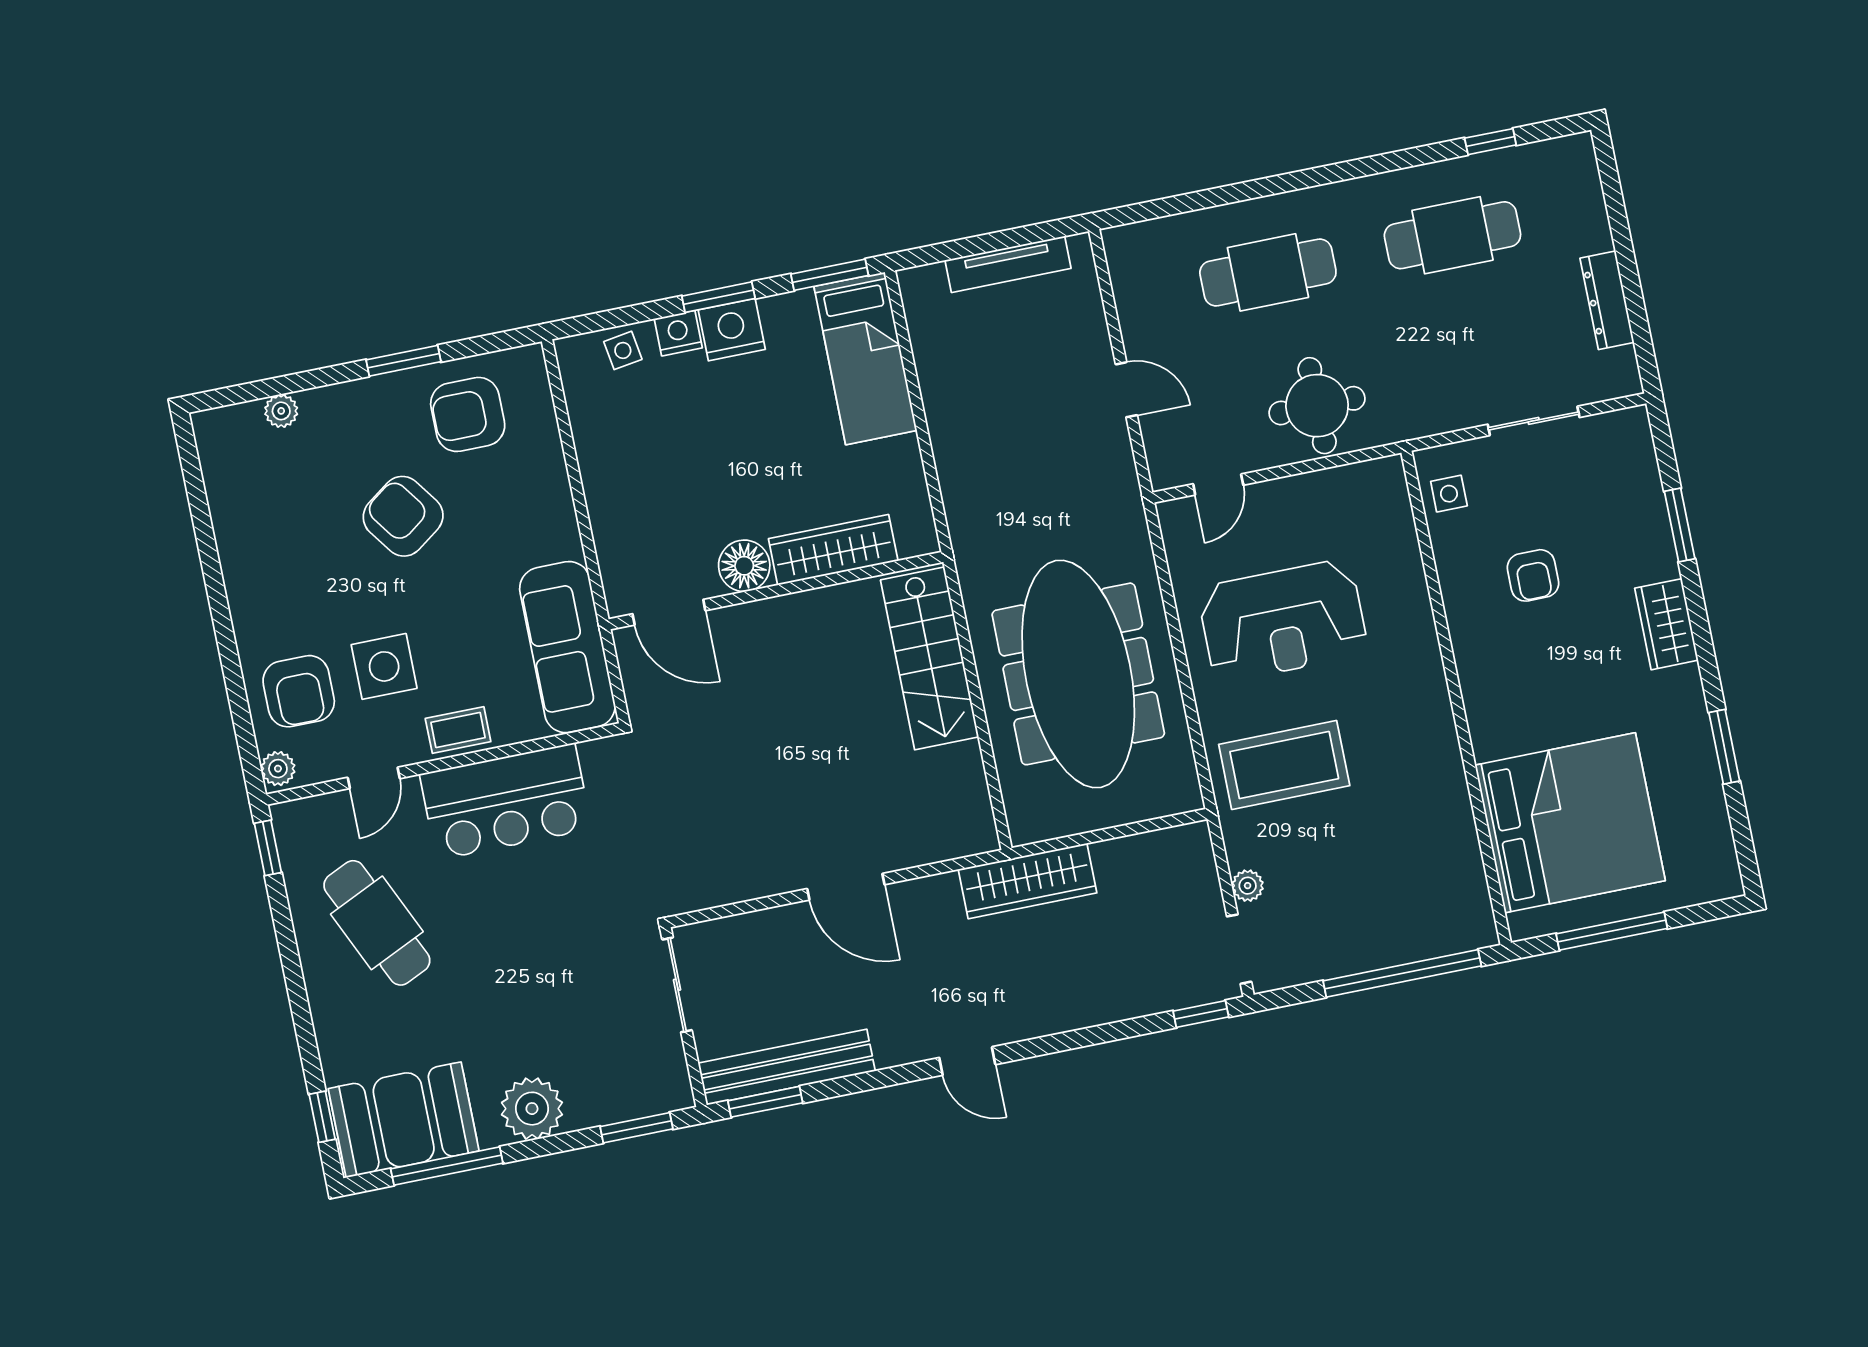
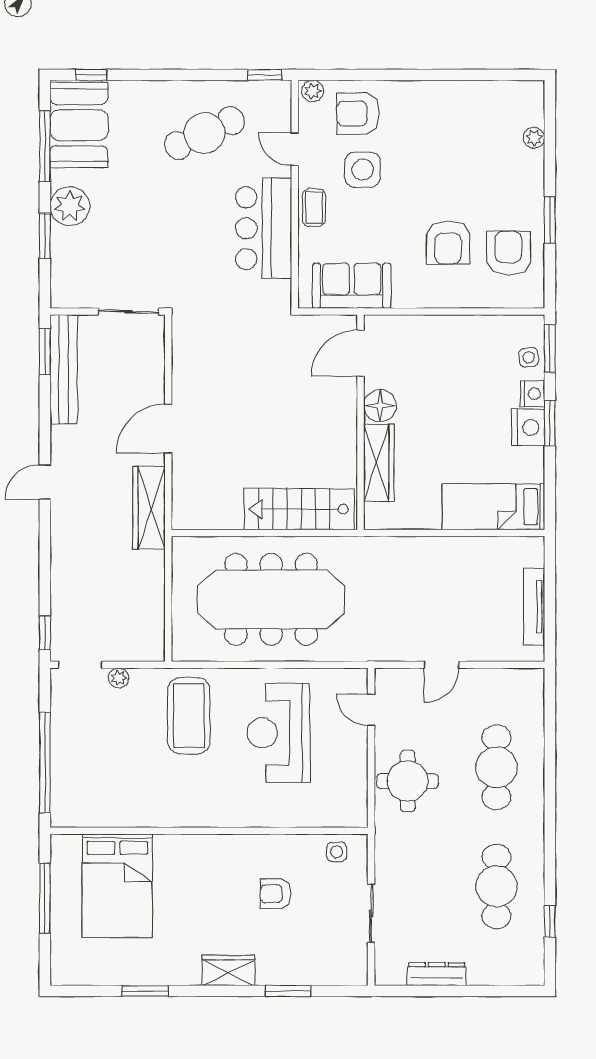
window: (830, 275) -> (550, 349), moved
armchair: (403, 516) -> (448, 243), moved, turned 126
sofa: (567, 647) -> (352, 286), width x0.73
bed: (1570, 823) -> (117, 886), width x0.73
wardrobe: (1028, 881) -> (149, 508), moved
window: (636, 1128) -> (45, 236), moved

